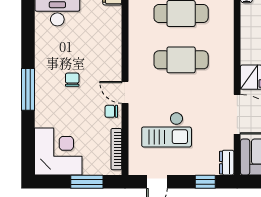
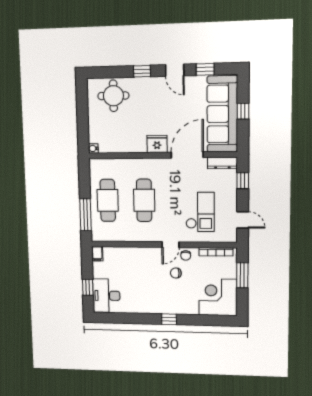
chair: (72, 80) -> (176, 273), moved
window: (28, 89) -> (169, 319), width x0.46
dresser: (227, 163) -> (222, 163), width x1.44

